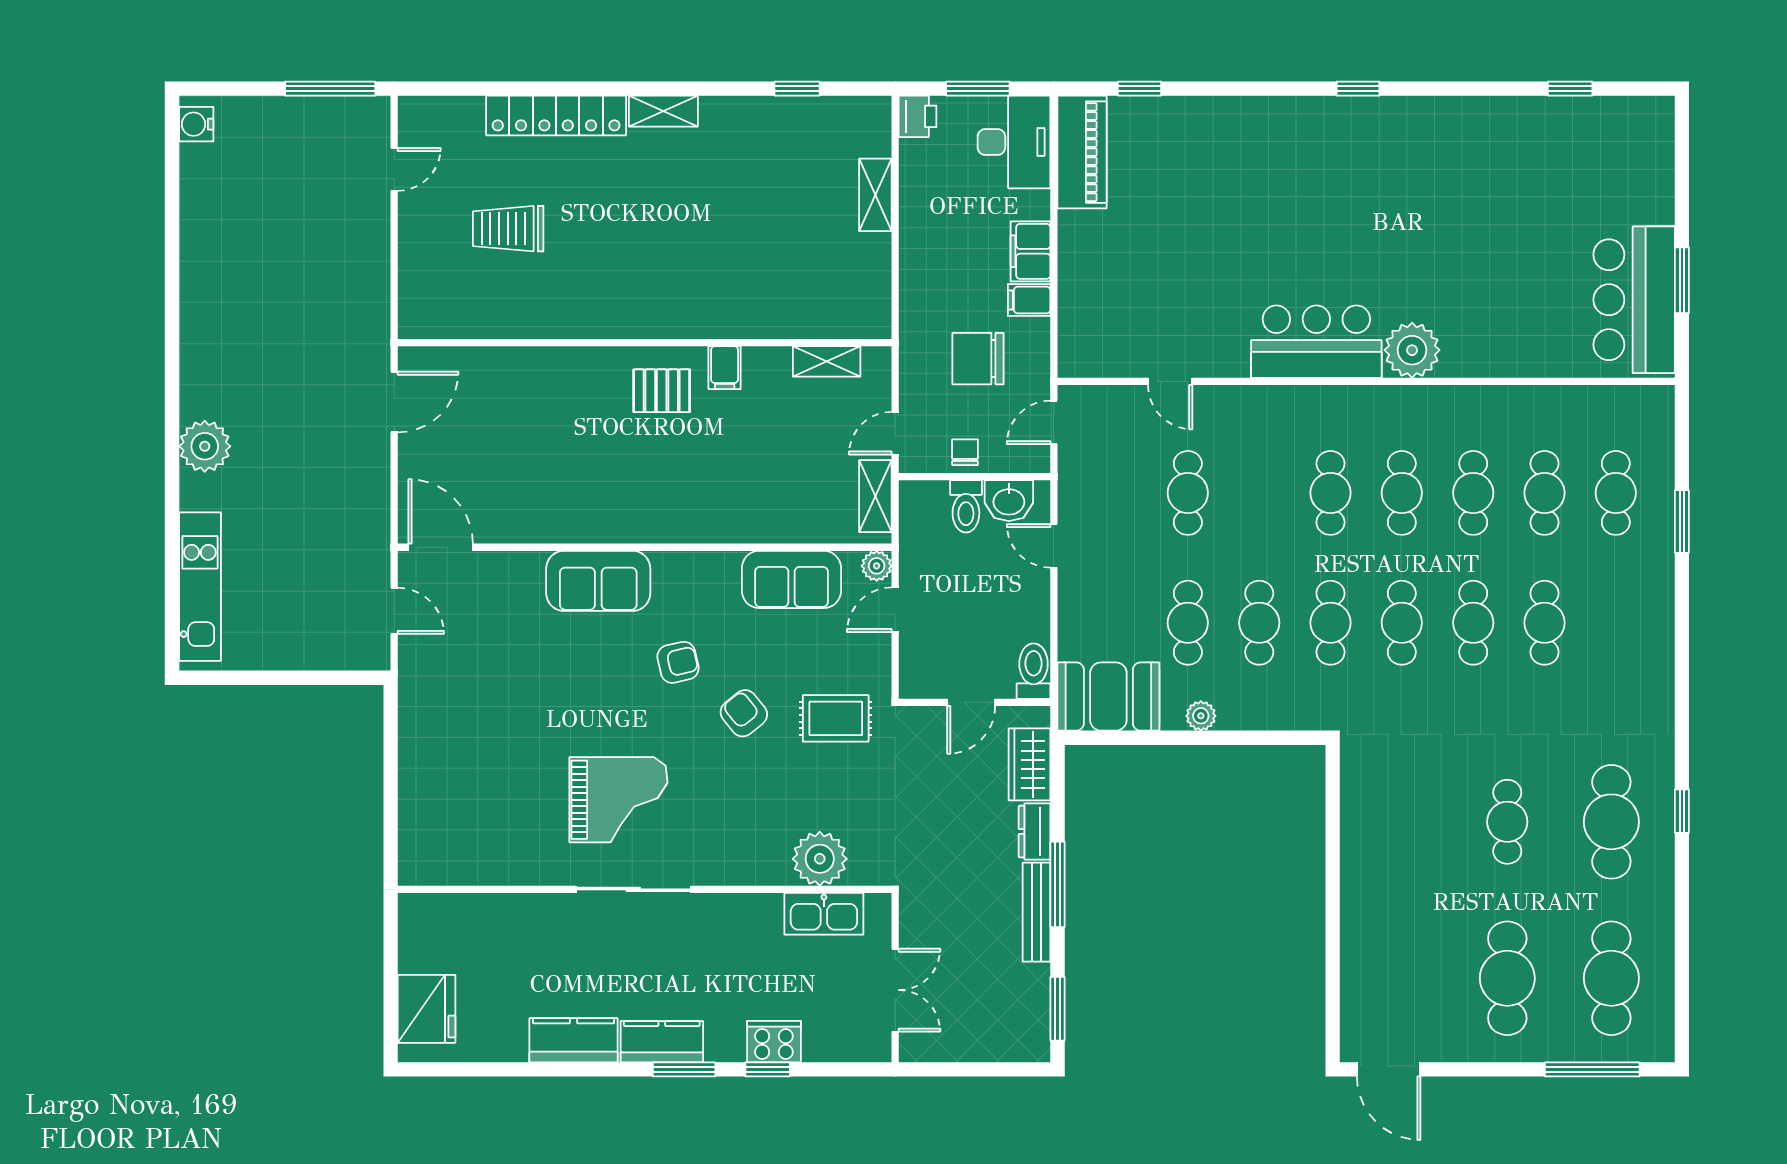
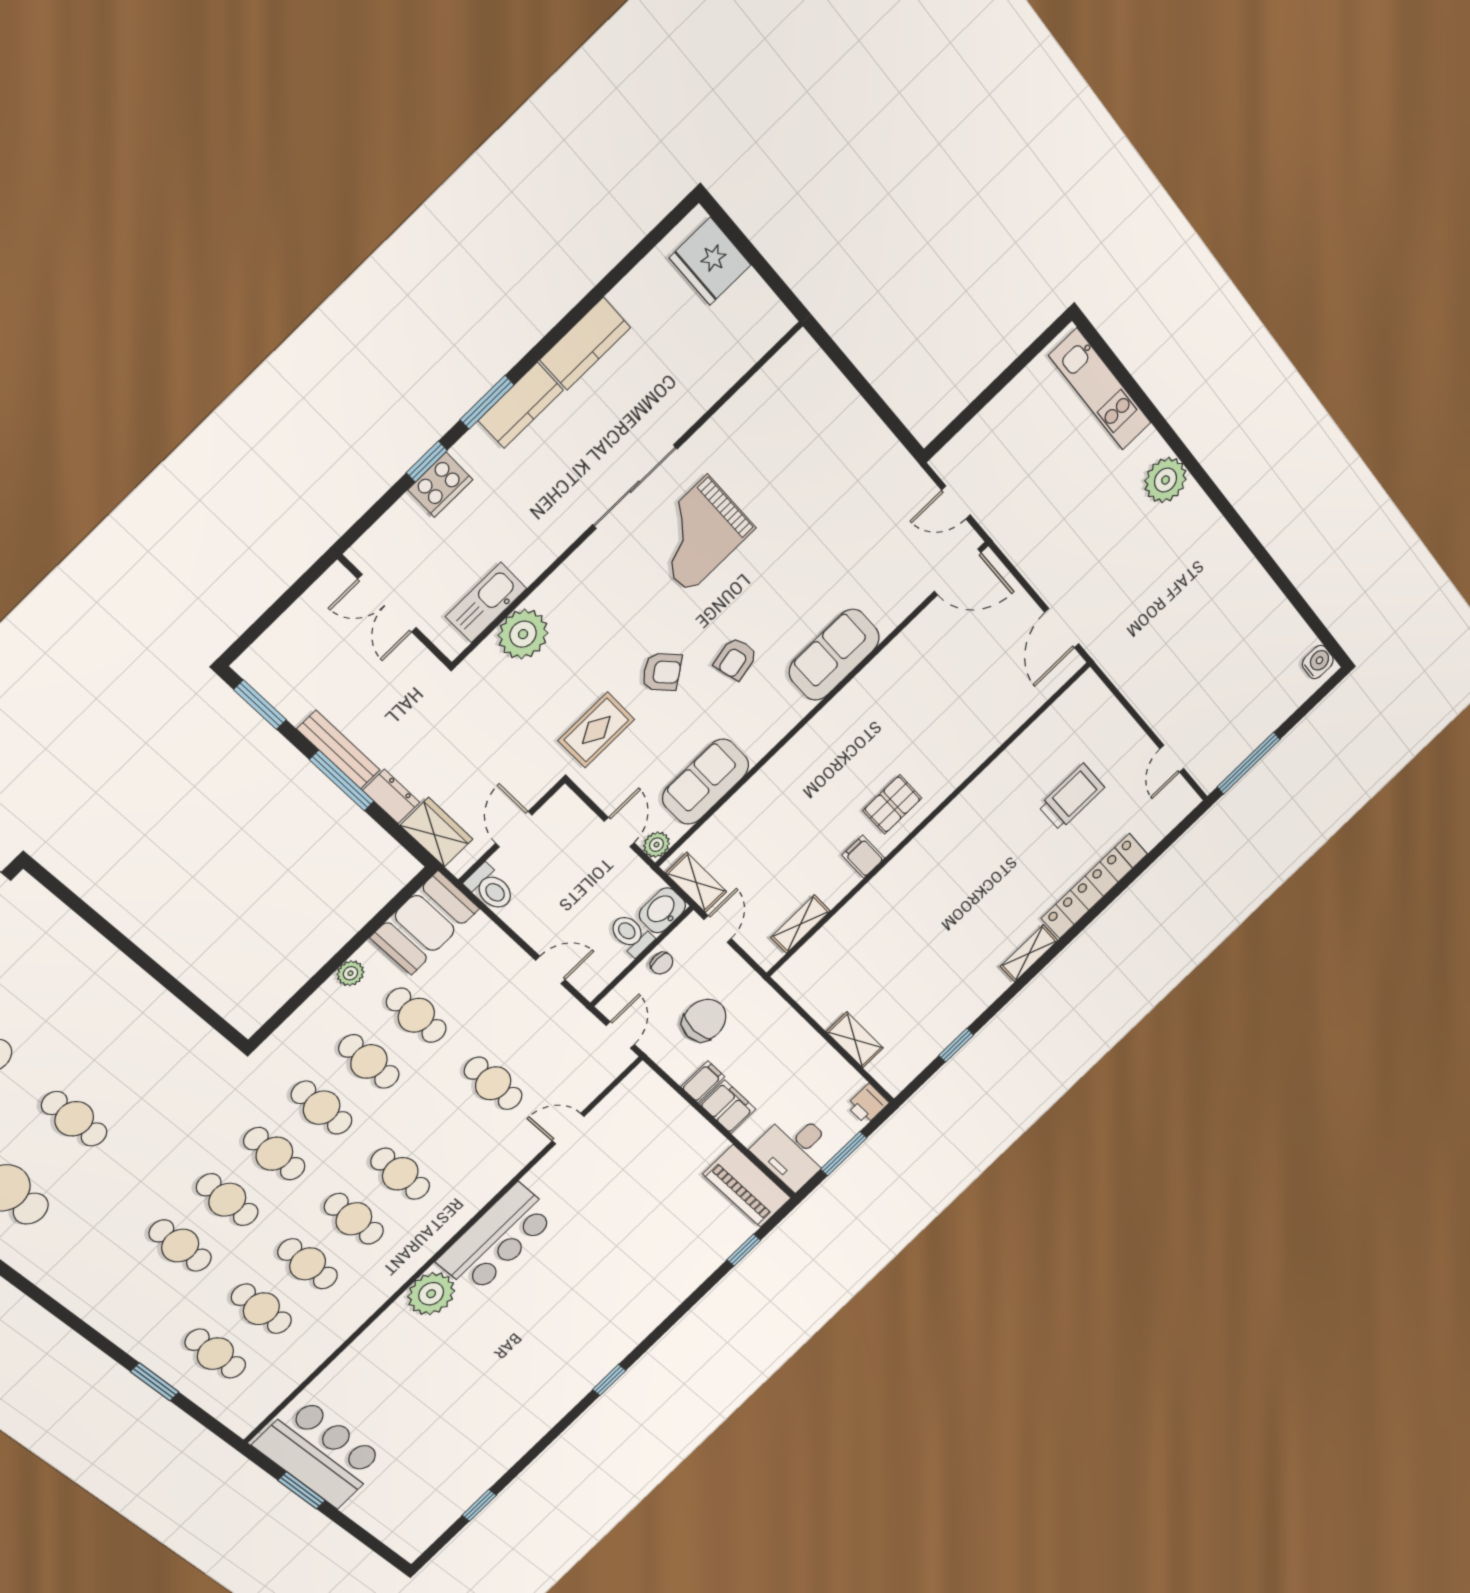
washbasin: (1009, 501) -> (662, 910), moved

